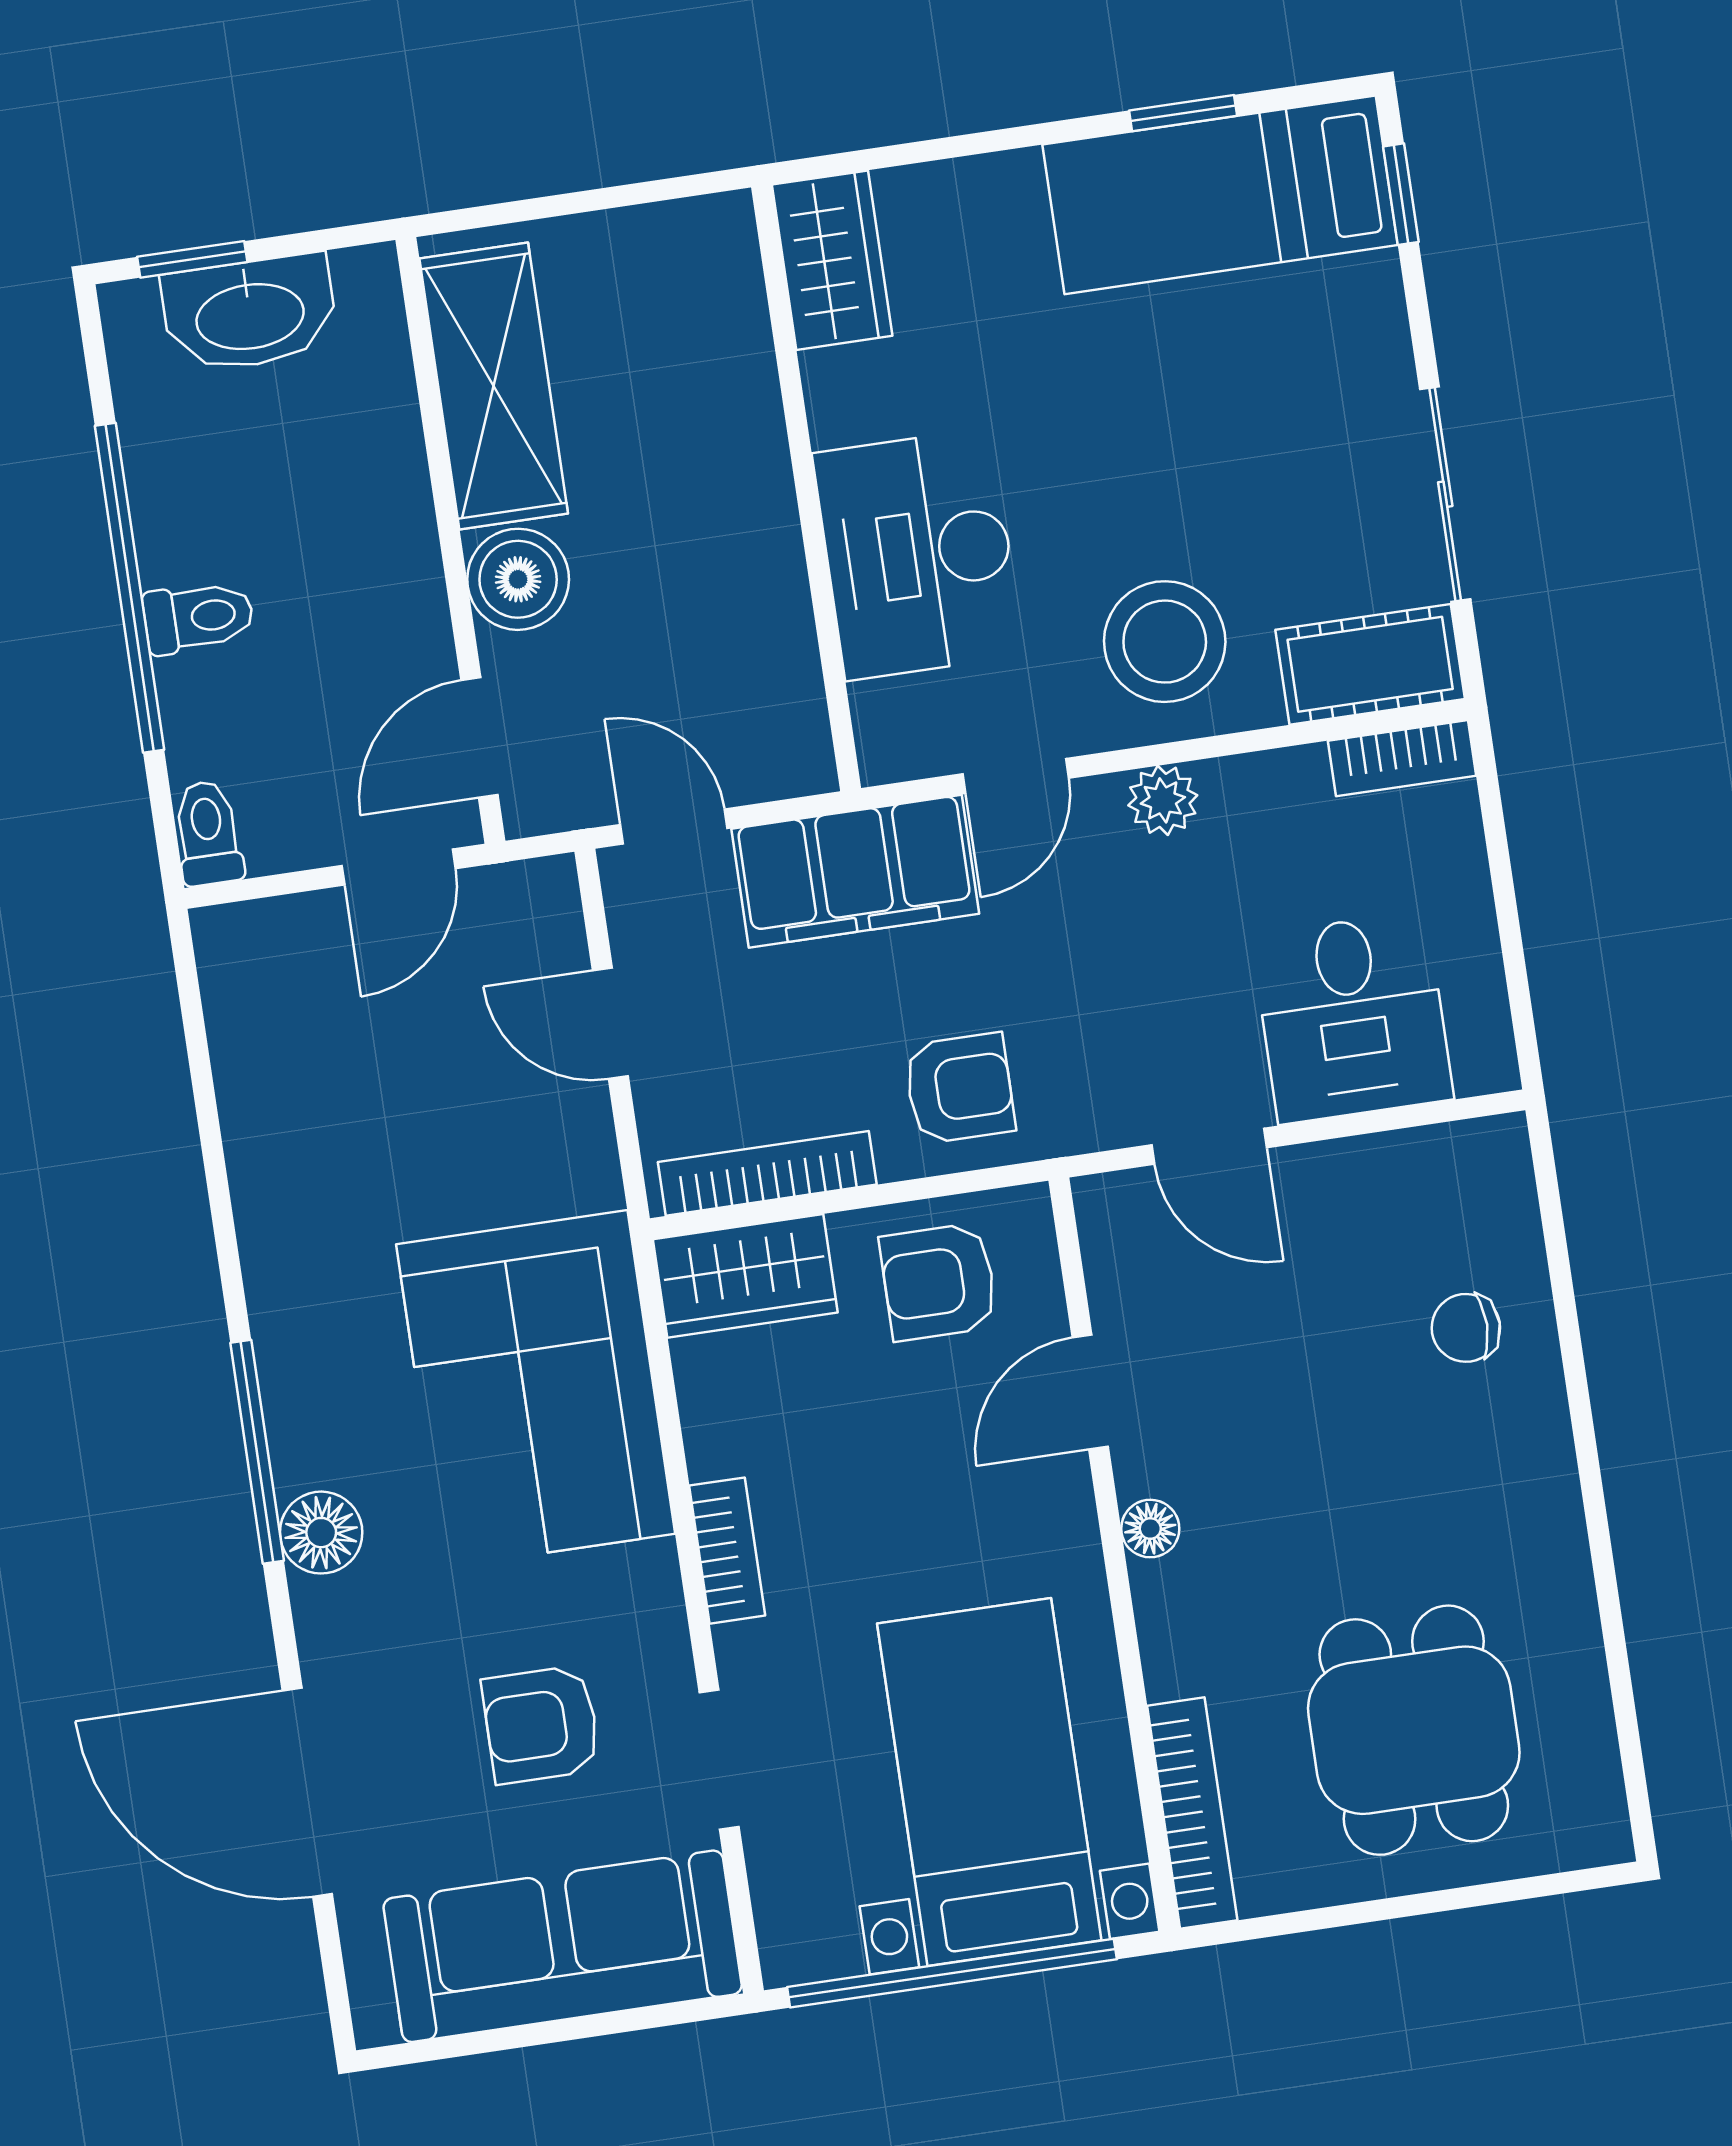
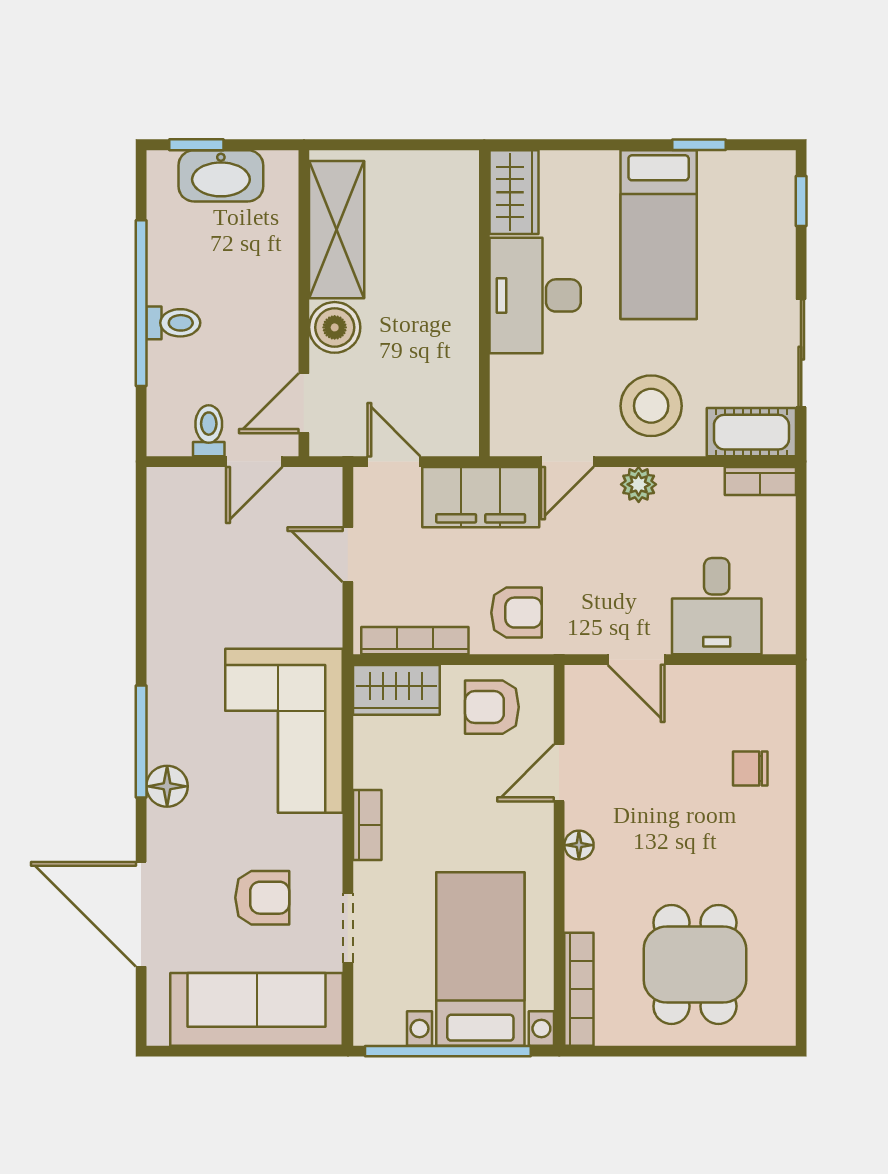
bed: (1220, 195) -> (659, 235), moved, turned -90
desk: (918, 554) -> (535, 295), moved
toilet: (208, 833) -> (209, 431), moved
armchair: (541, 1724) -> (262, 898), turned 180

